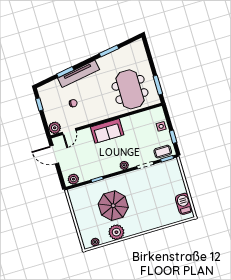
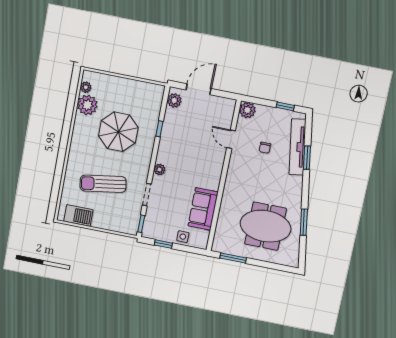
tv unit: (79, 74) -> (297, 147), moved
meeting table: (130, 89) -> (266, 226), moved
door: (69, 131) -> (231, 139), moved
sofa: (107, 131) -> (203, 209), moved
coffee table: (163, 152) -> (152, 223), removed
door: (54, 155) -> (199, 89), moved
sun lounger: (153, 198) -> (103, 184), added
plant: (116, 232) -> (87, 105), moved

